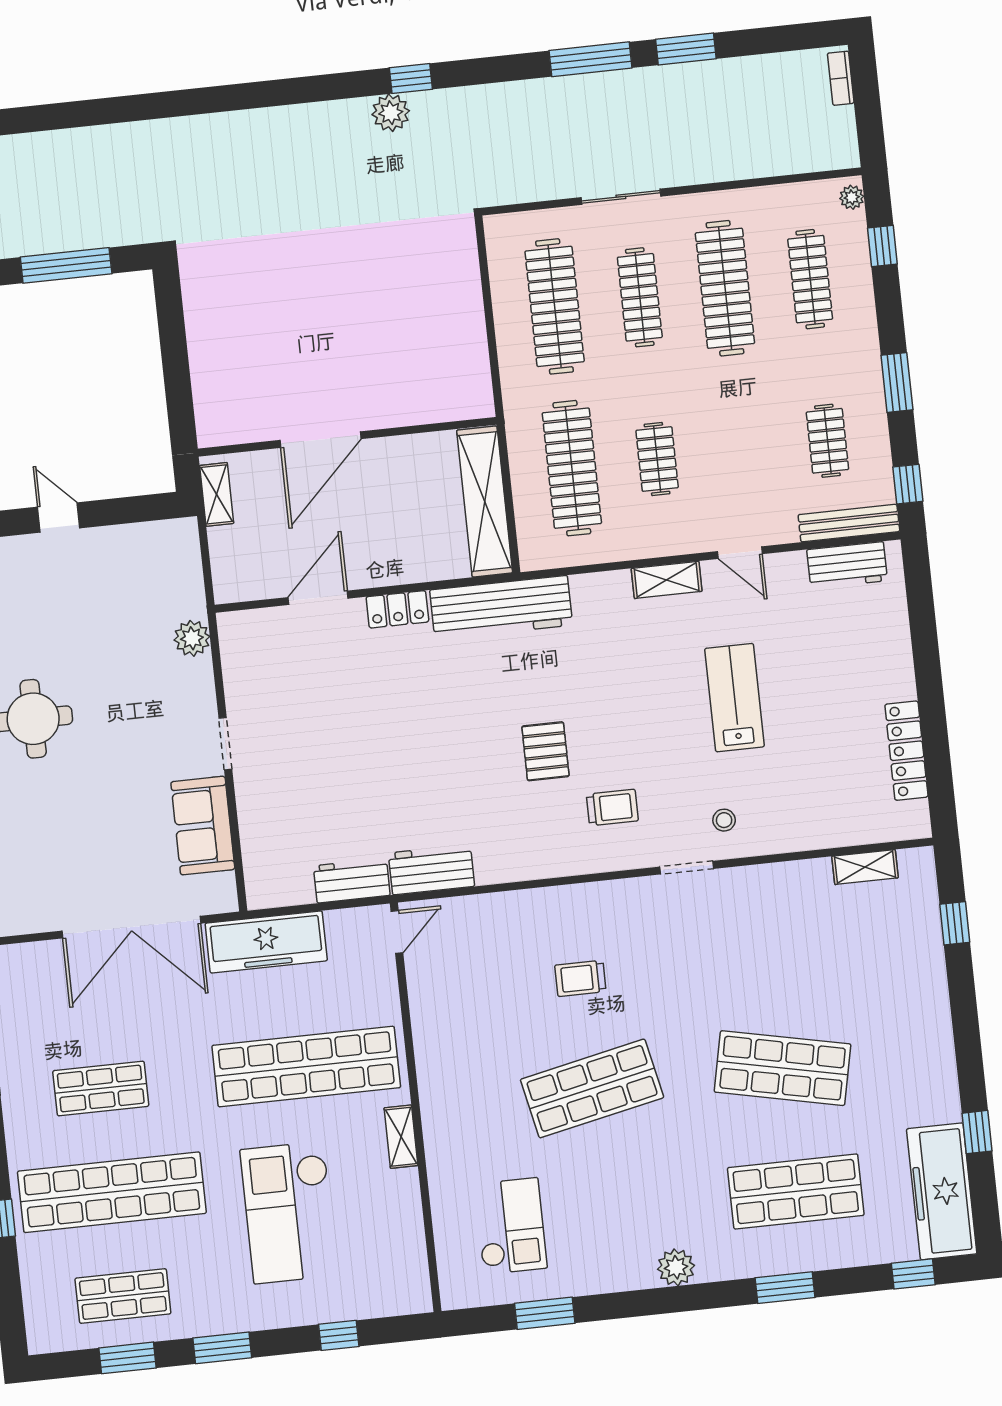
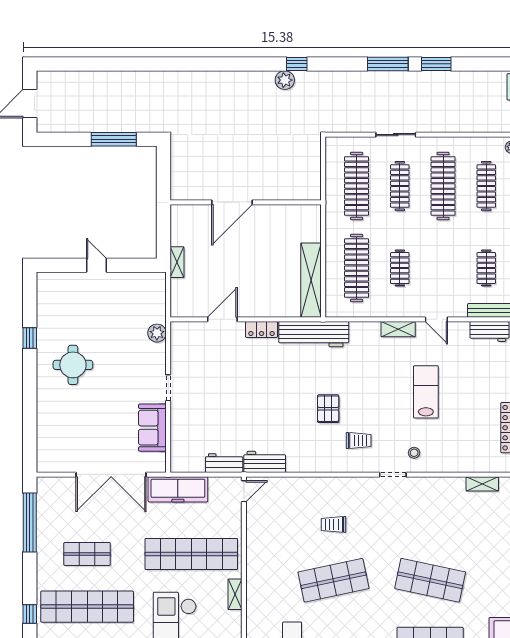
wall: (347, 437) -> (246, 202), moved
door: (320, 440) -> (232, 202), moved

